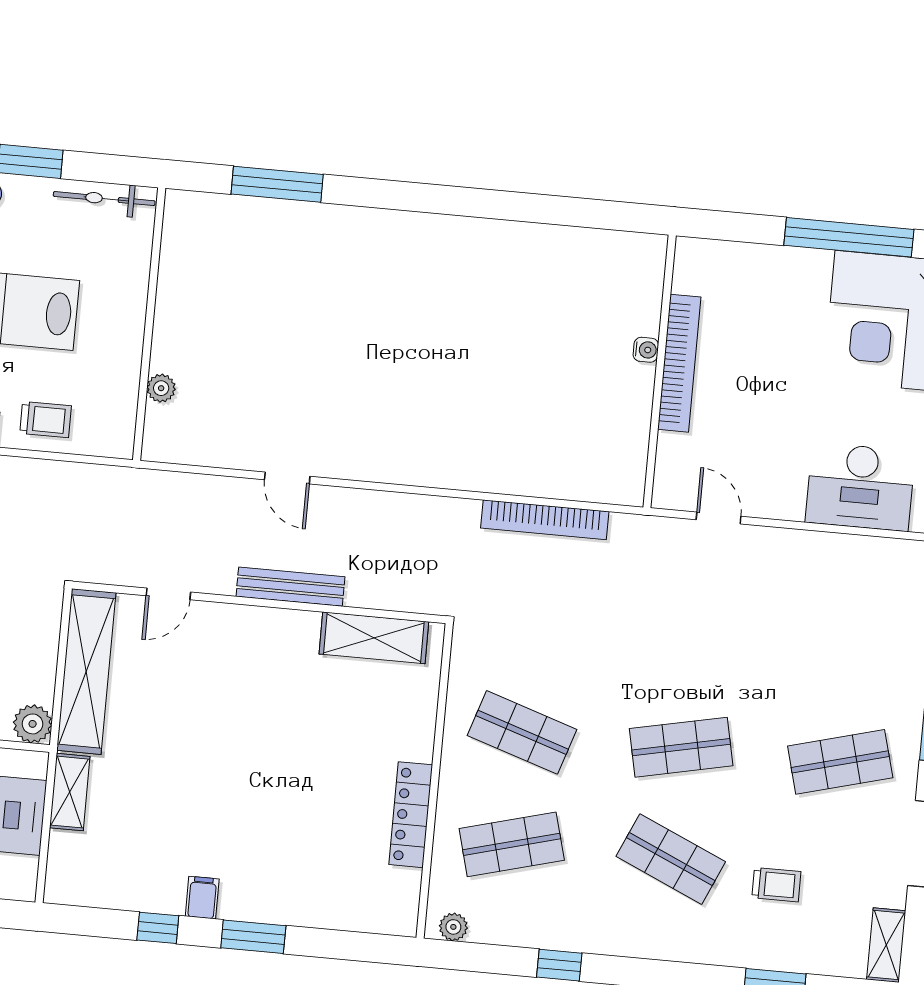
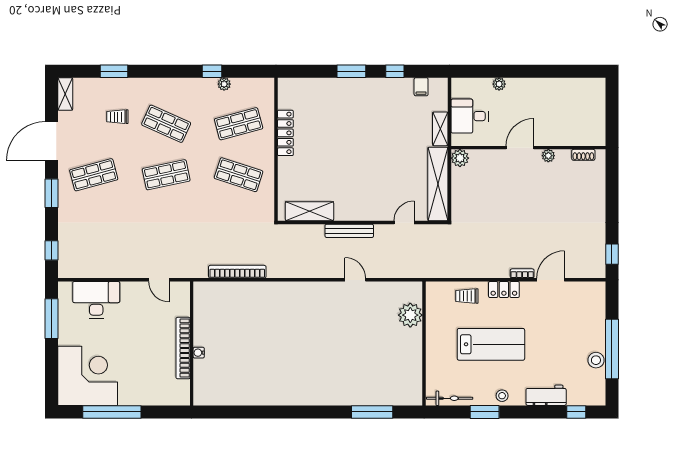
plant: (161, 388) -> (410, 315), width x1.88, depth x1.88
filing cabinet: (202, 898) -> (421, 87), moved
plant: (453, 927) -> (224, 84), moved

